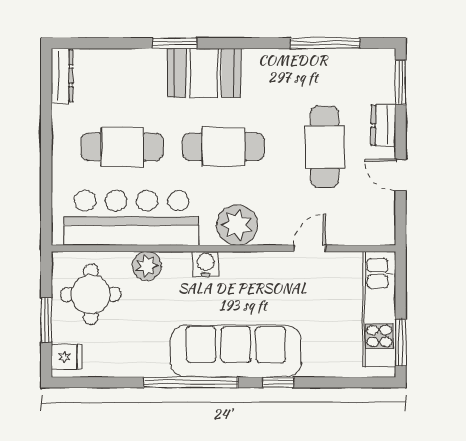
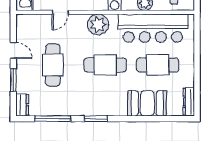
window: (175, 43) -> (96, 119), moved
booth: (204, 73) -> (147, 103), moved
window: (401, 82) -> (13, 80), moved
dresser: (383, 125) -> (22, 105), moved

